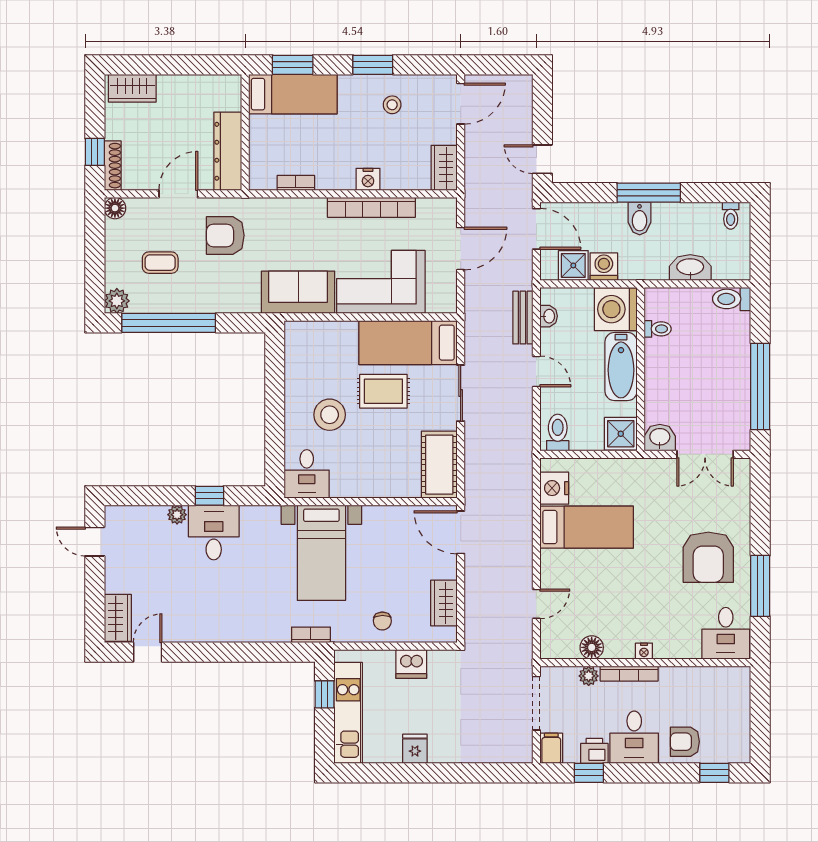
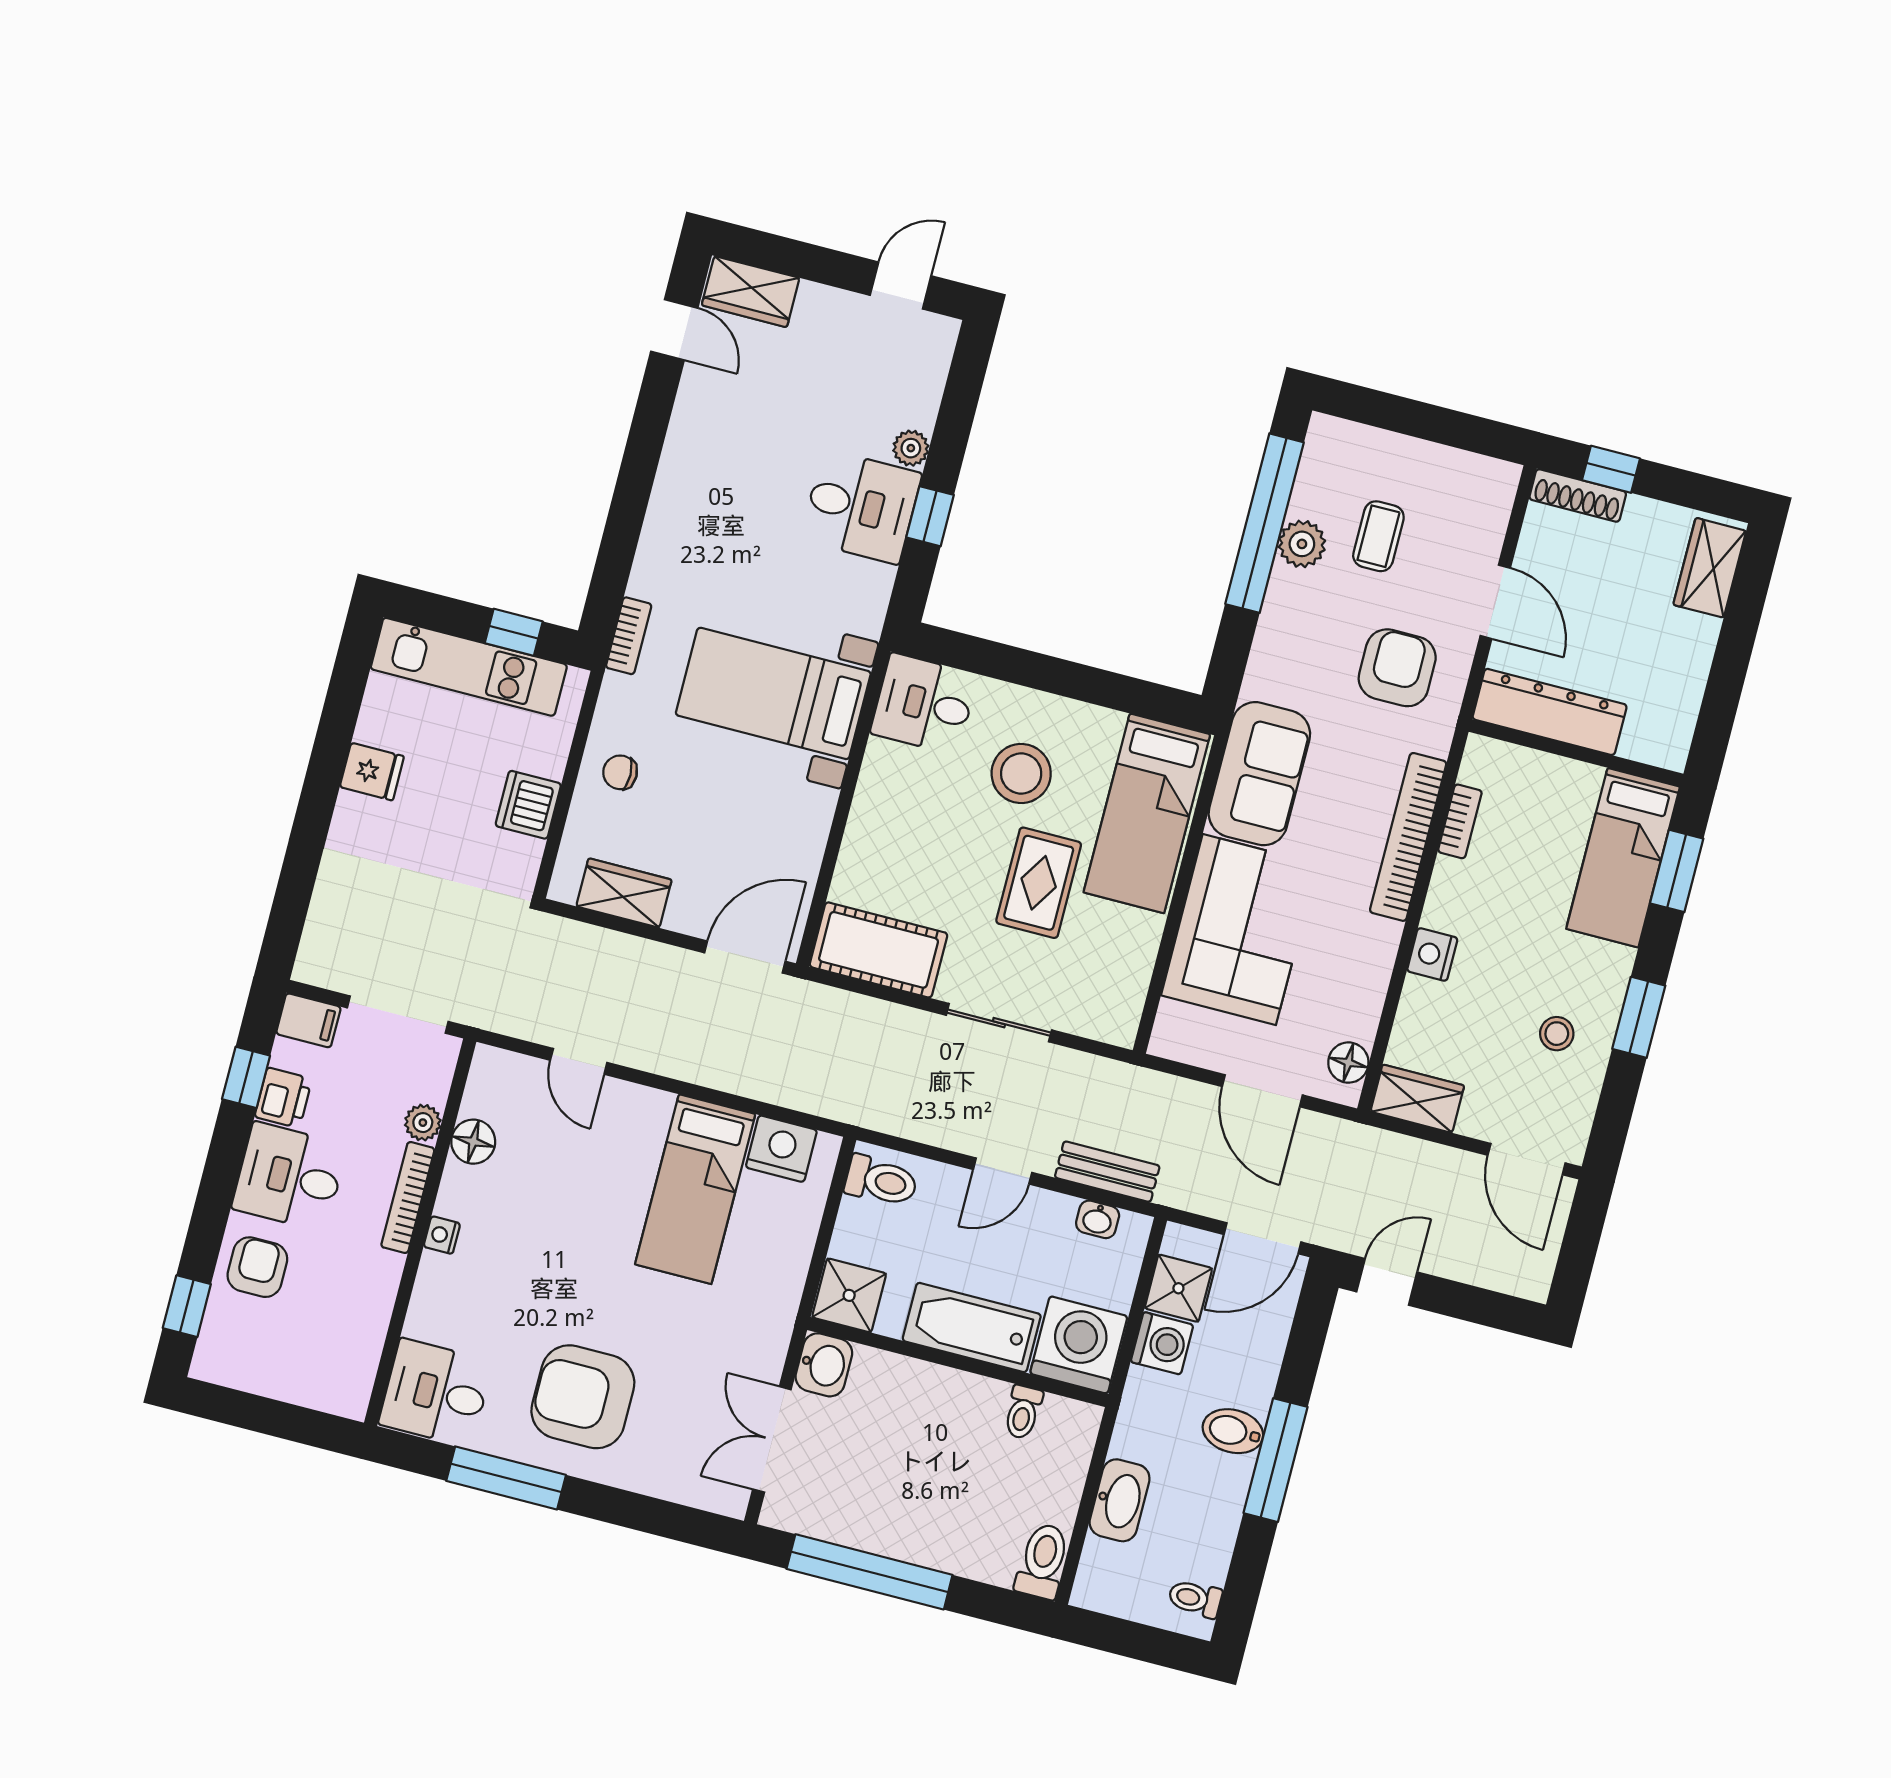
bookcase: (371, 207) -> (1408, 837), moved
floor lamp: (115, 208) -> (1348, 1063), moved
plant: (117, 301) -> (1302, 544), moved
bed: (408, 343) -> (1147, 813), moved, turned 180

